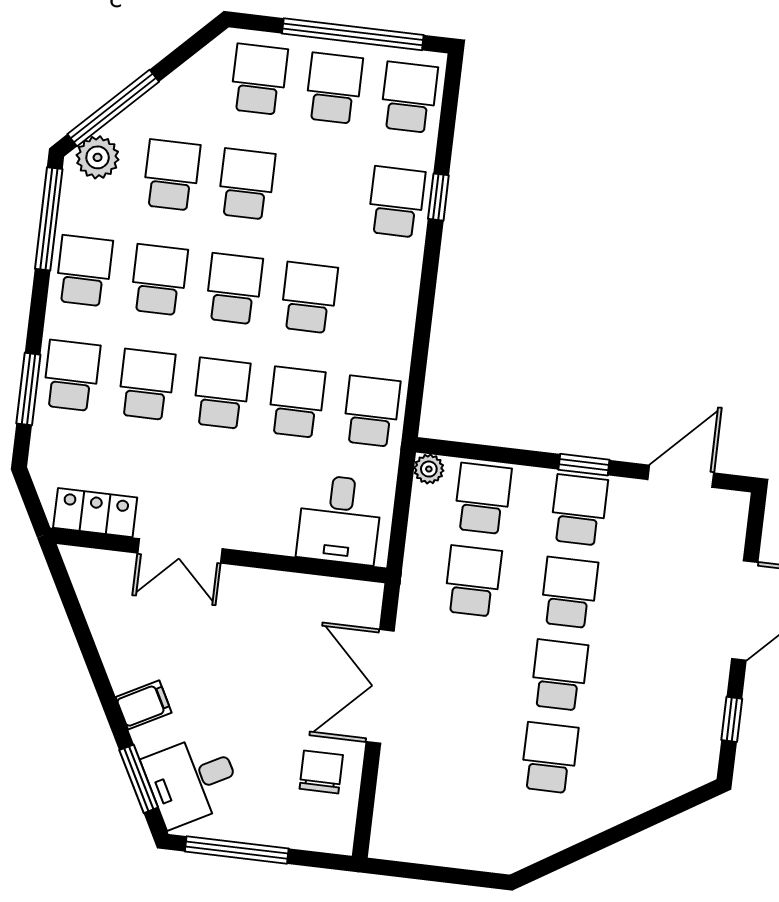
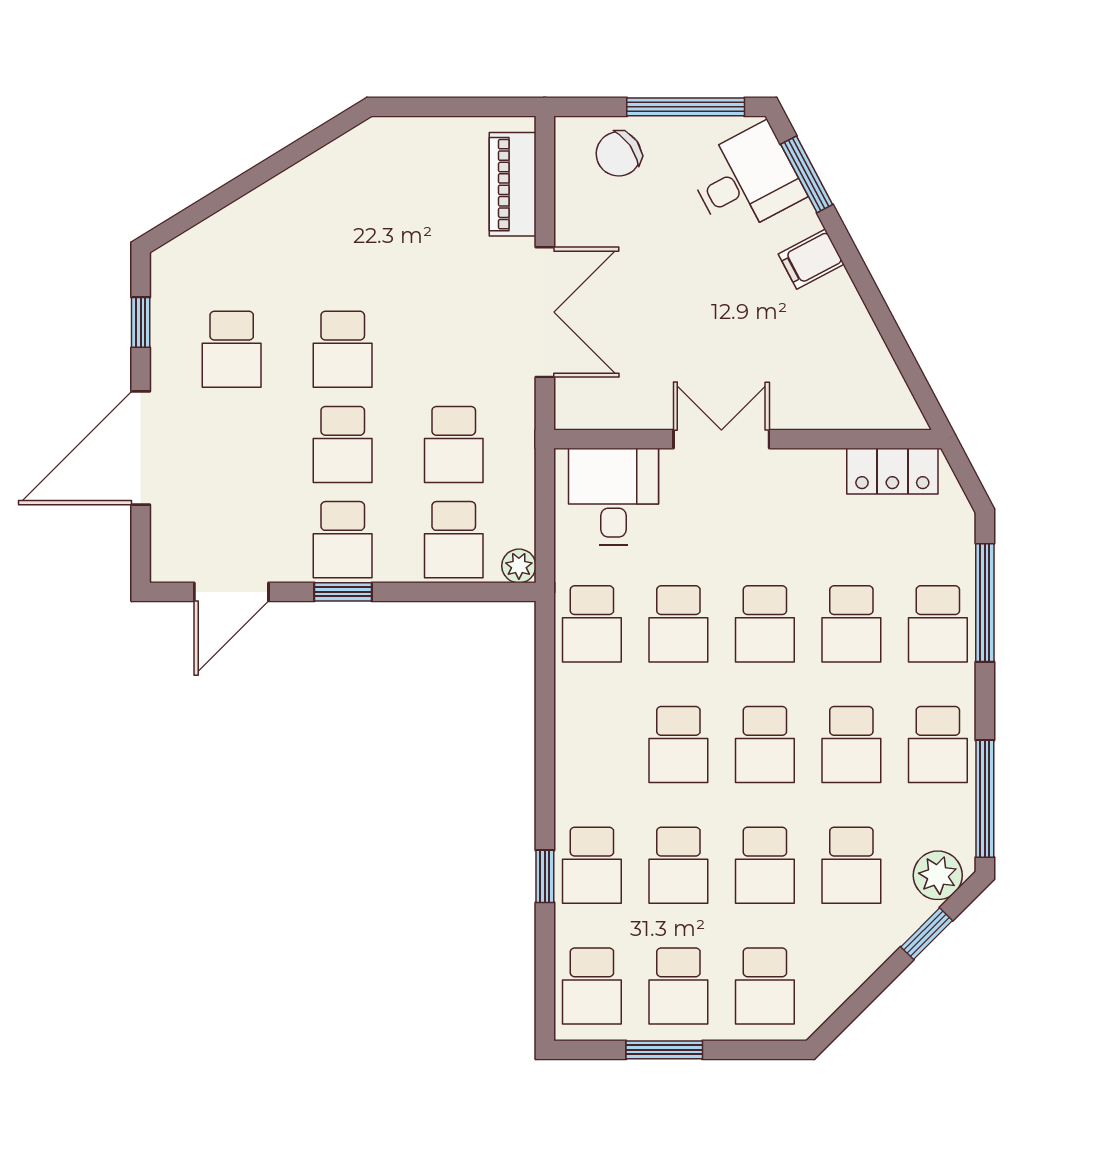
window: (353, 34) -> (664, 1050), width x0.47
window: (113, 108) -> (927, 934), width x0.46
school desk: (321, 193) -> (678, 865), added
window: (28, 389) -> (985, 603), width x1.44
double door: (180, 551) -> (721, 439), moved
school desk: (549, 758) -> (232, 349), moved
chair: (321, 772) -> (619, 154), moved, turned 55
piano: (395, 801) -> (513, 184), added

